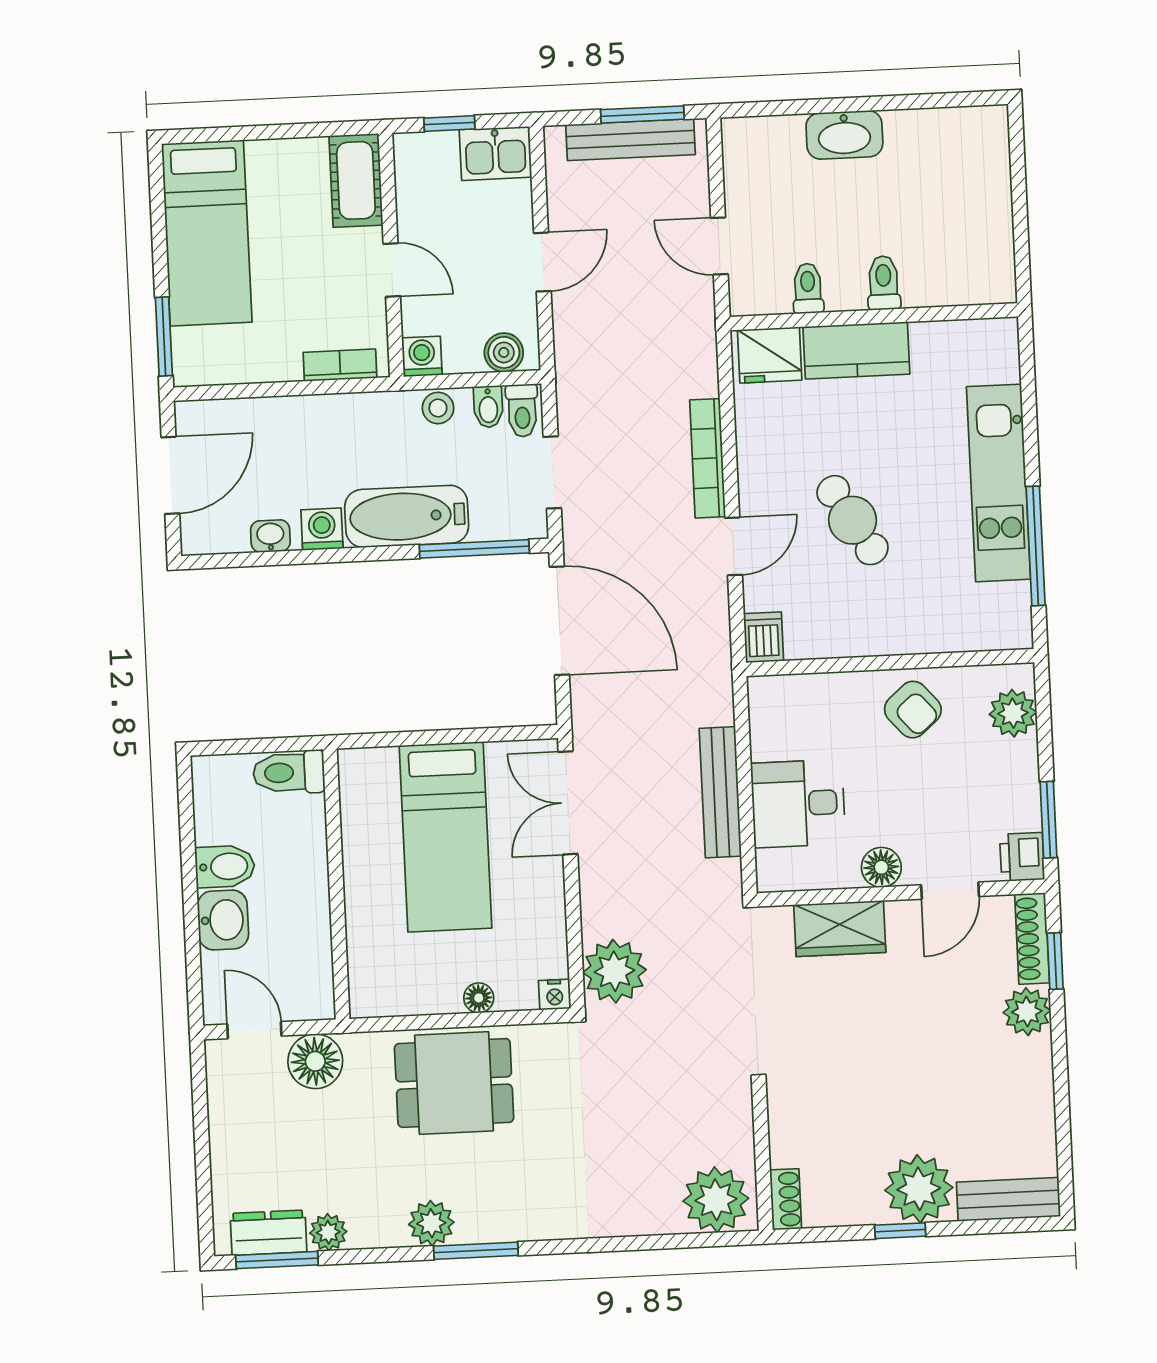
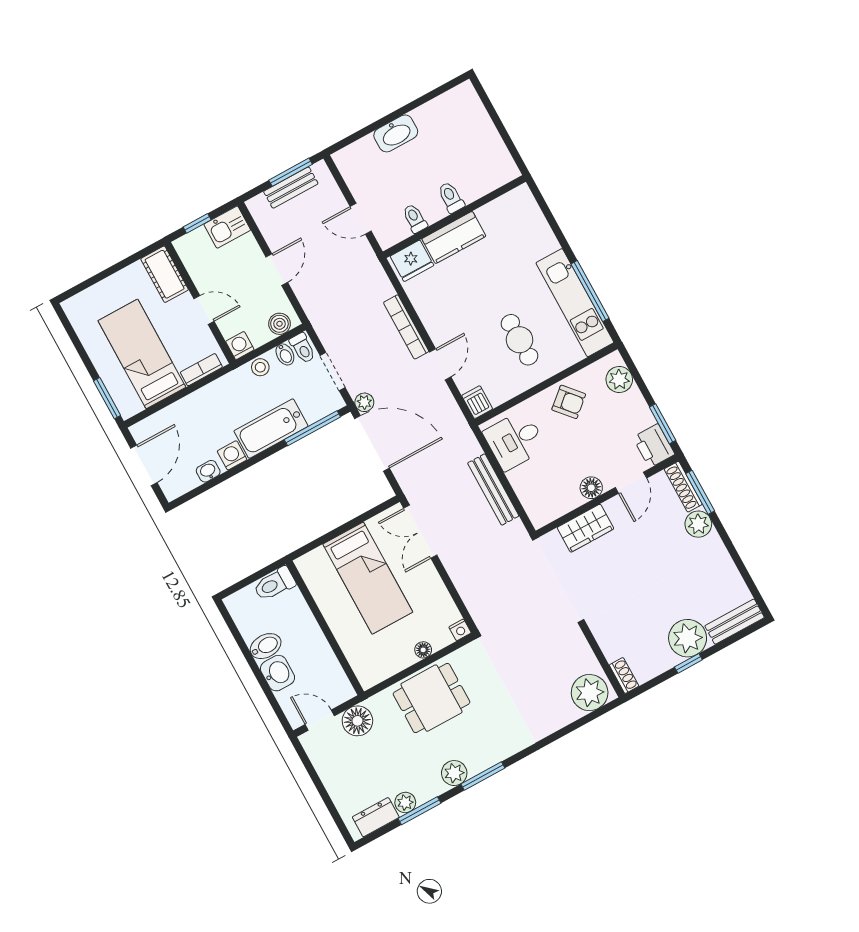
bench: (630, 140) -> (291, 188), width x0.73
bed: (207, 233) -> (142, 354), moved, turned 180
kitchen unit: (998, 483) -> (575, 303), moved
cafe table: (853, 520) -> (520, 340), moved, turned 31
desk: (798, 803) -> (515, 440), moved
printer: (1022, 857) -> (654, 446), width x1.36, depth x1.24
window: (1055, 961) -> (700, 492), width x1.50
plant: (614, 971) -> (364, 402), moved, width x0.53, depth x0.53
window: (277, 1260) -> (419, 811), moved

